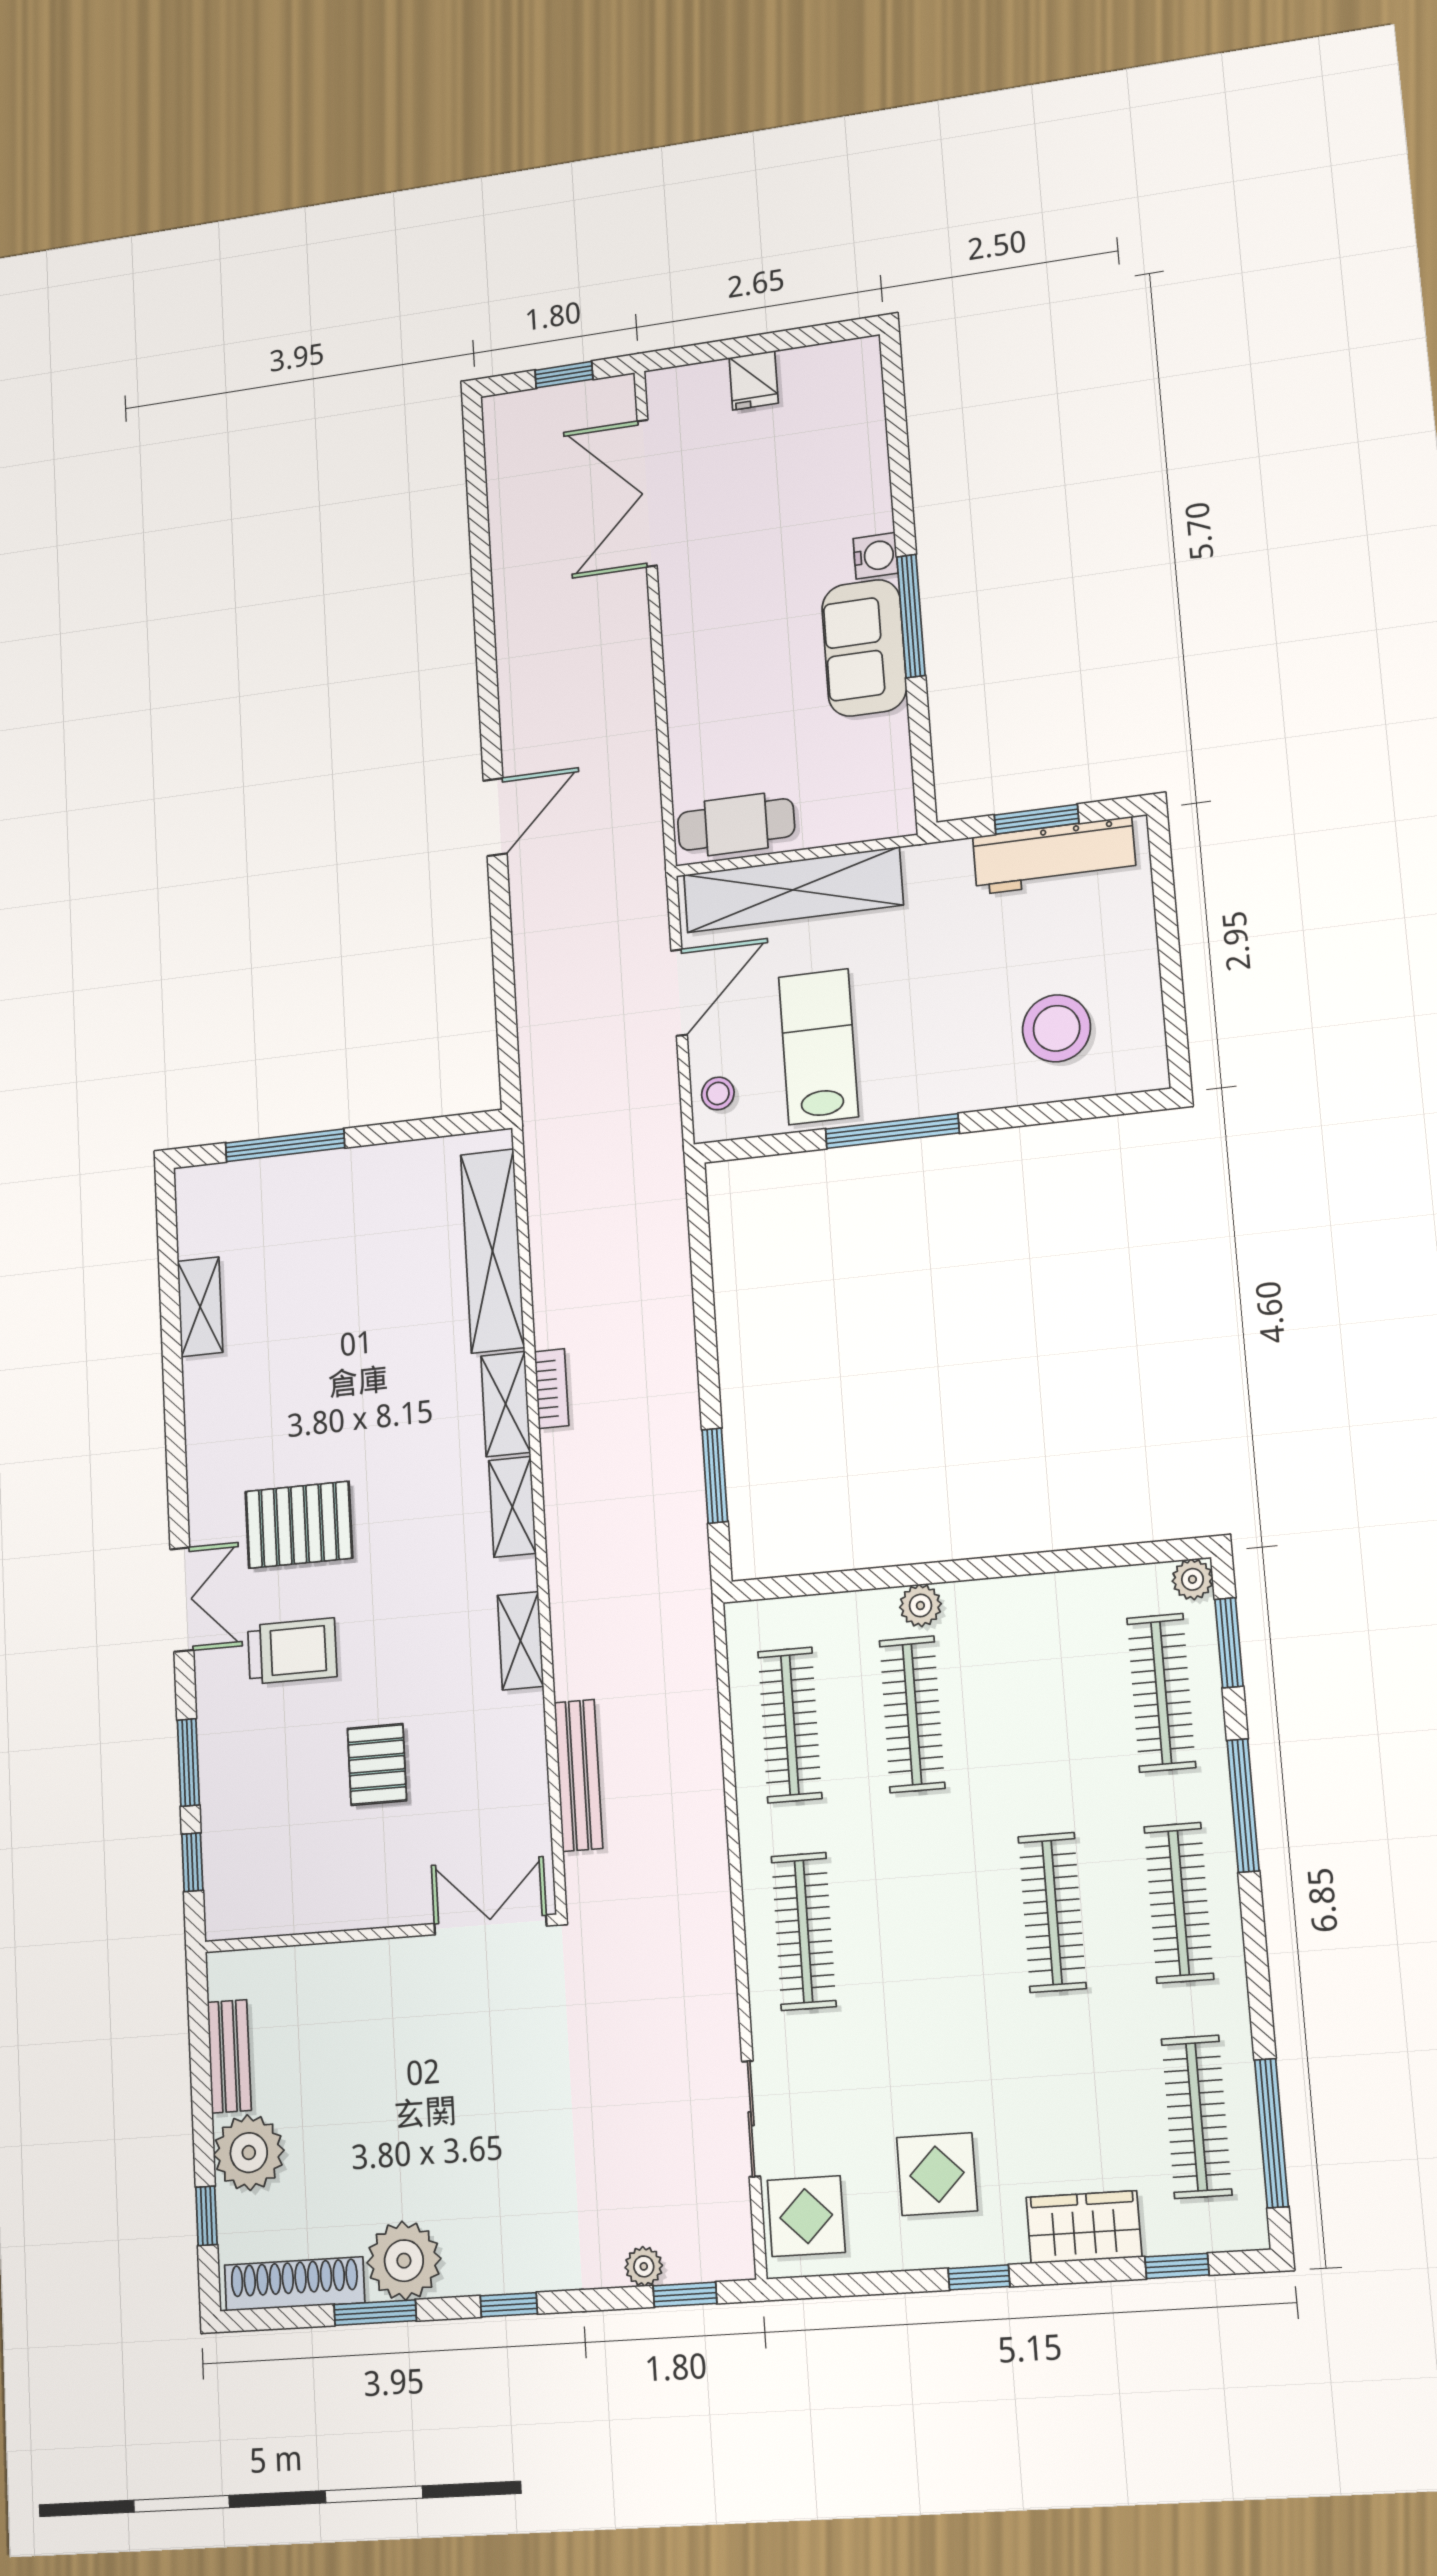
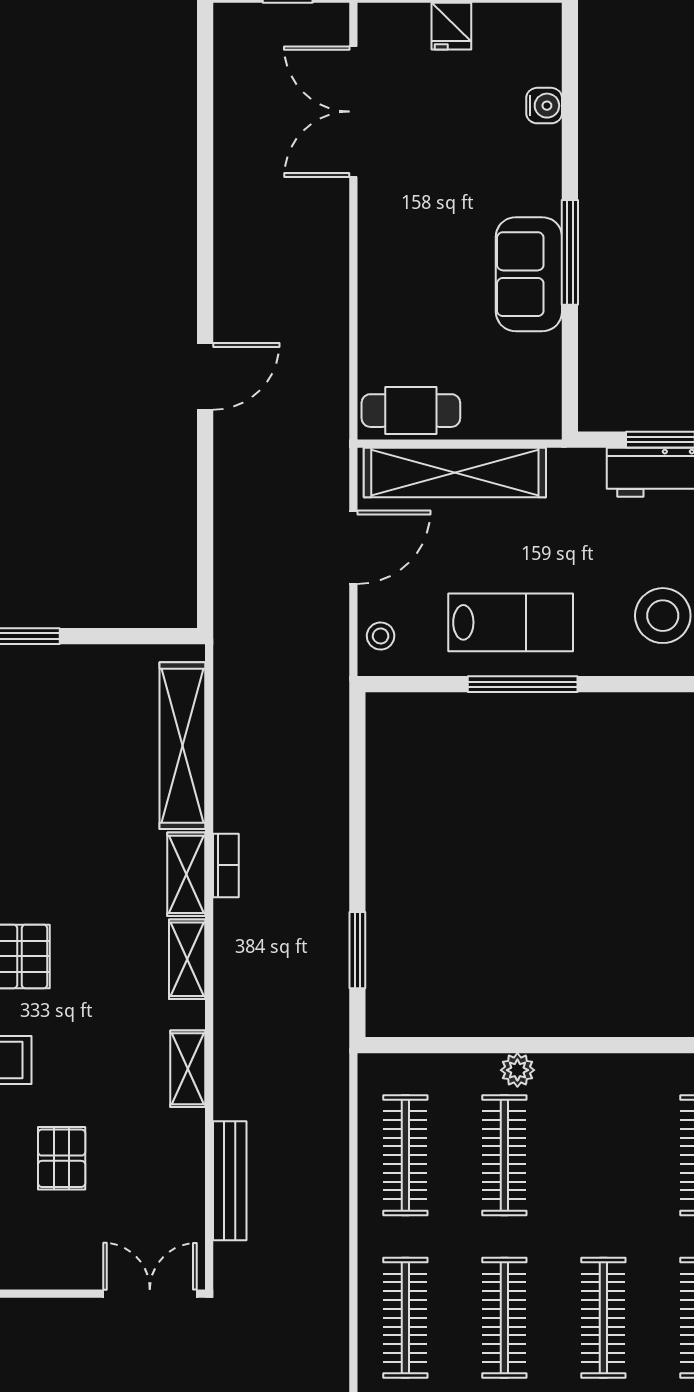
water cooler: (876, 556) -> (544, 106), moved
lab bench: (819, 1047) -> (511, 622), moved, turned 90
clothes rail: (927, 1922) -> (504, 1318), added

